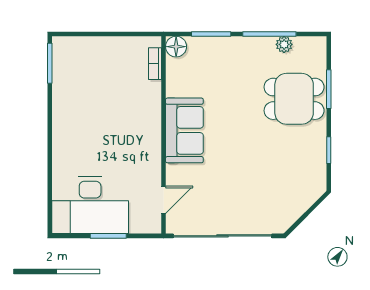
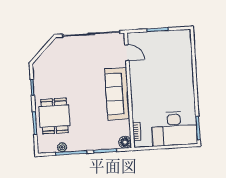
dining table: (294, 99) -> (54, 116), turned 90
sofa: (184, 130) -> (117, 94), width x1.36
door: (163, 200) -> (127, 53), swing flipped
desk: (90, 205) -> (174, 129), moved, turned 180

